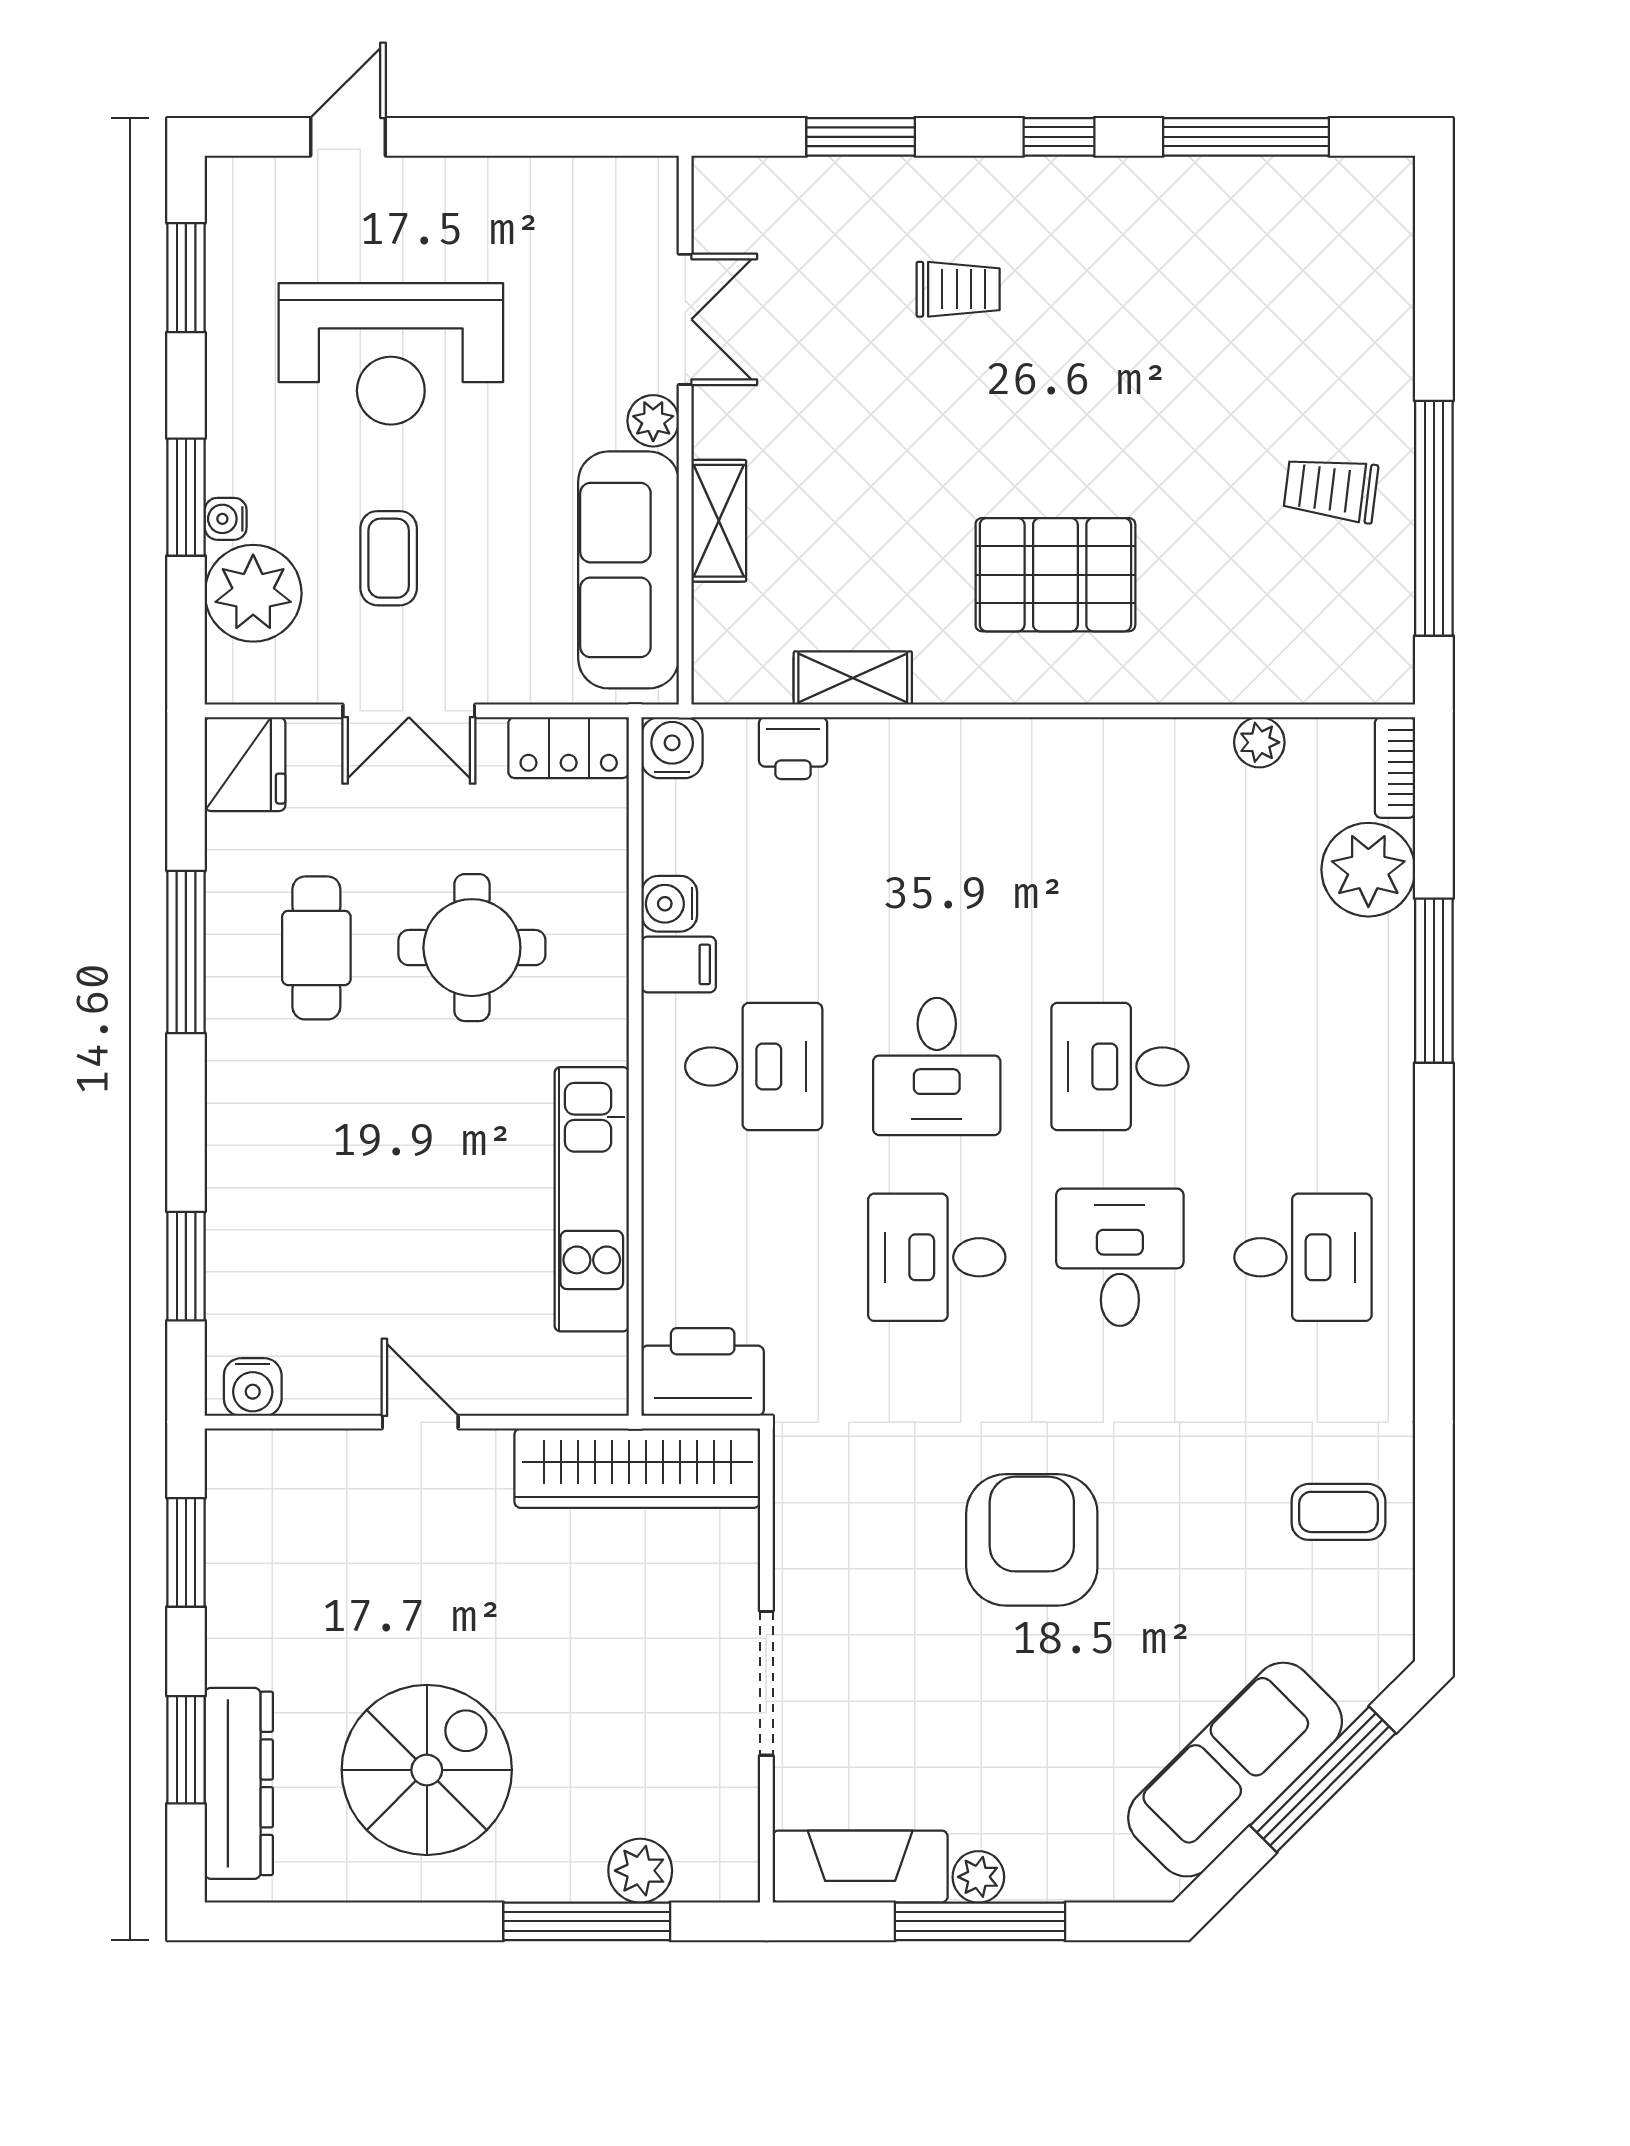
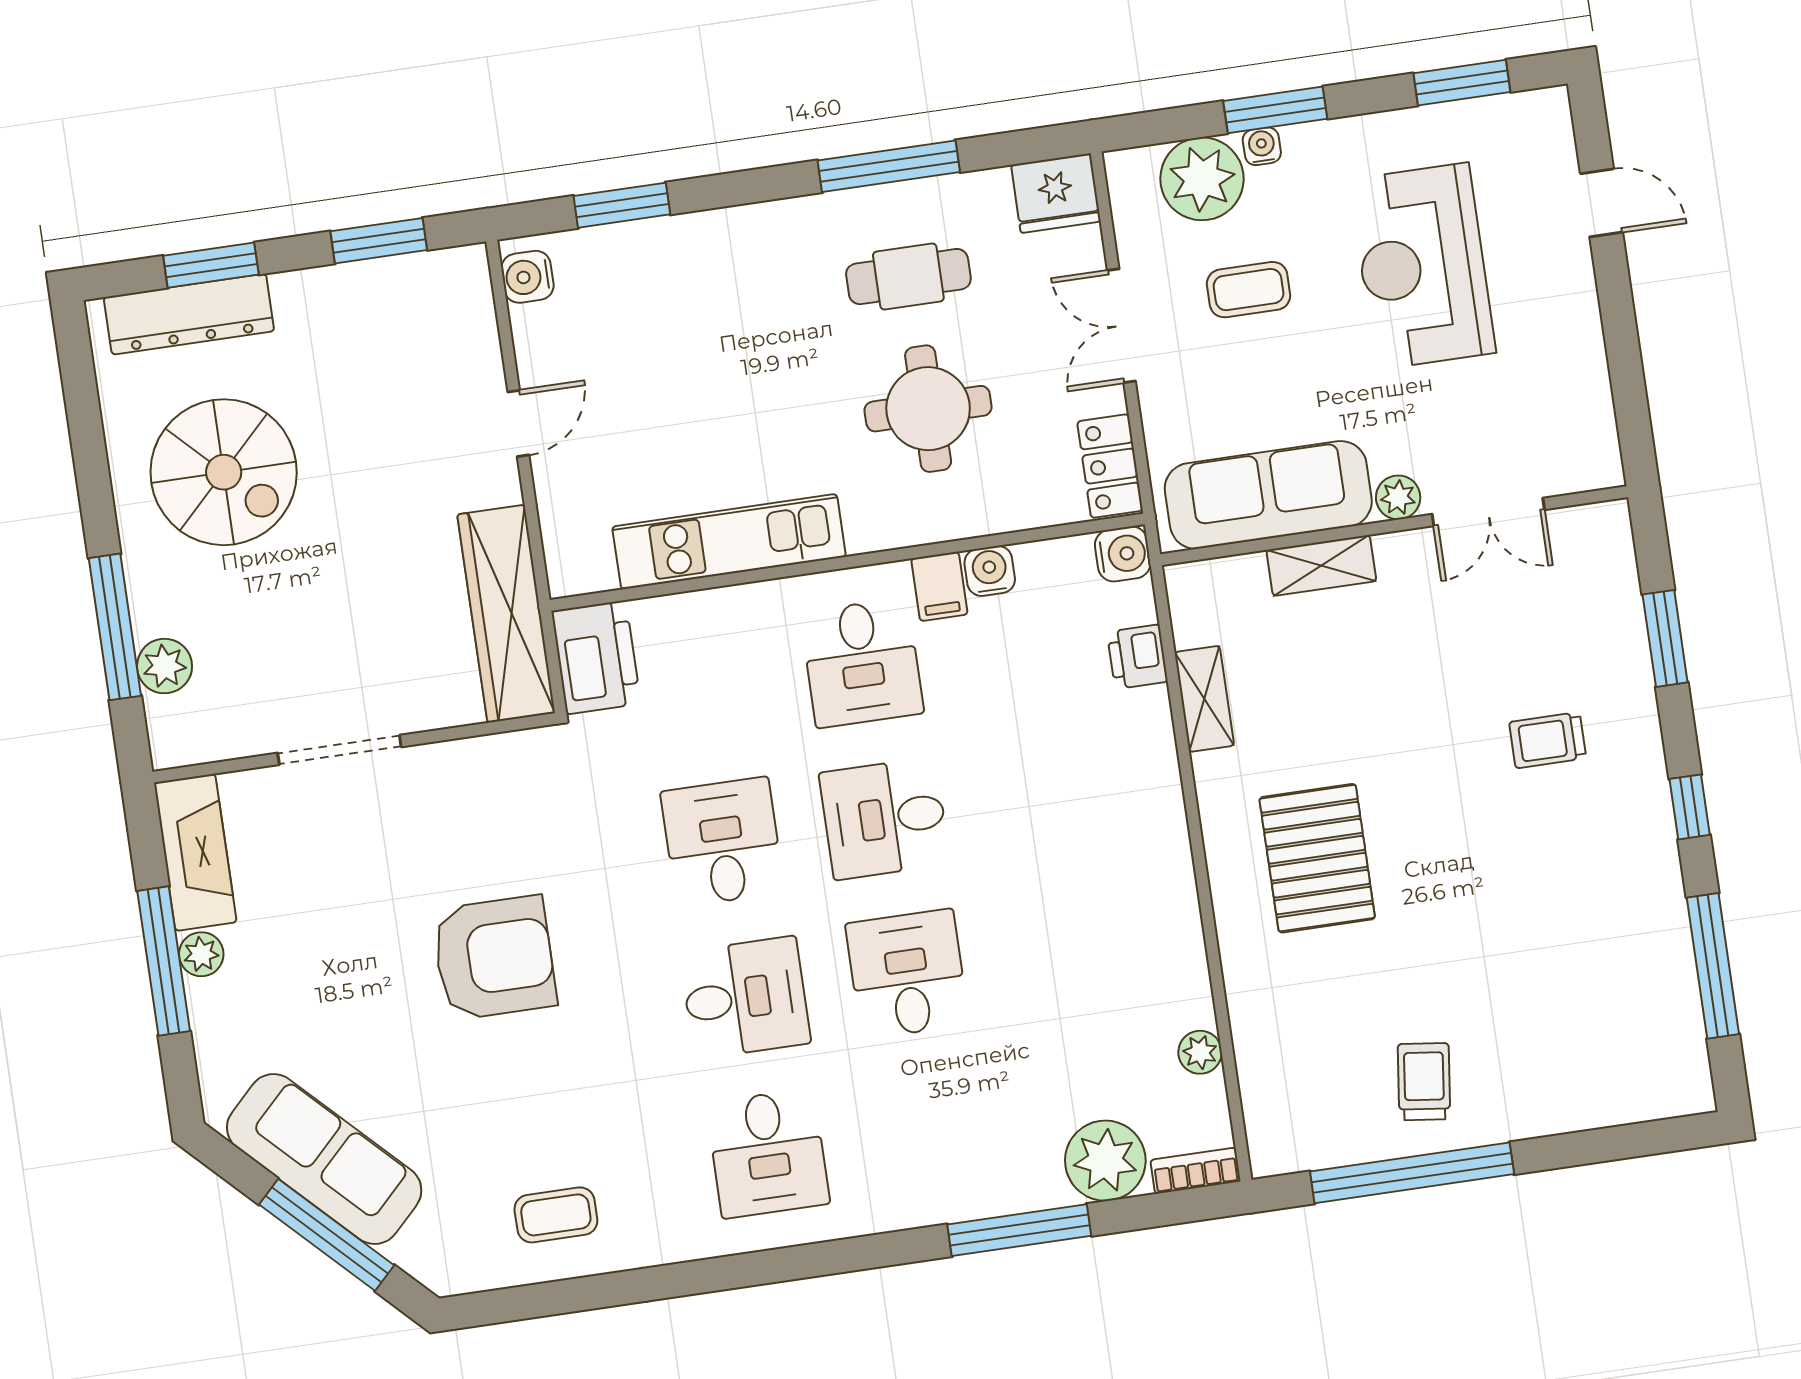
trolley: (958, 289) -> (1548, 740), turned 90
coffee table: (1338, 1512) -> (556, 1215), turned 90

